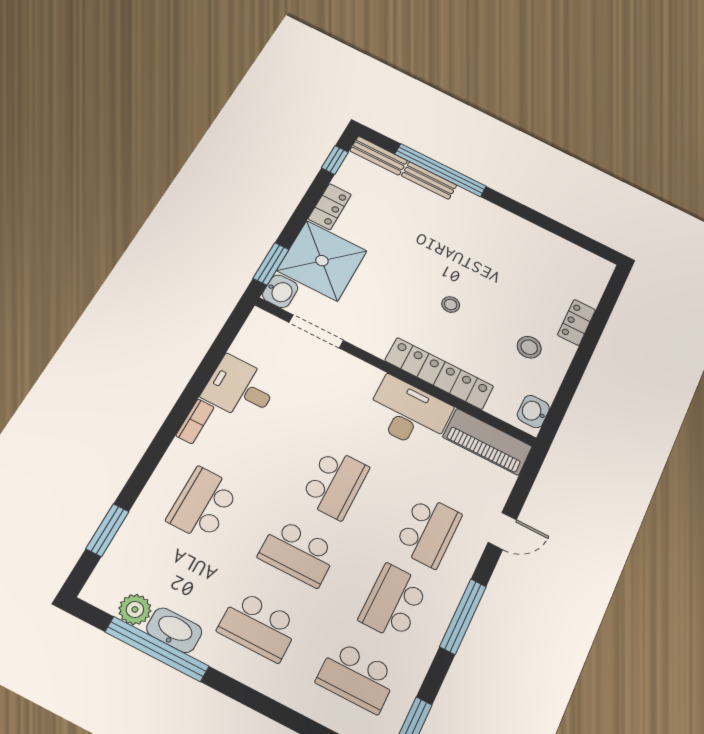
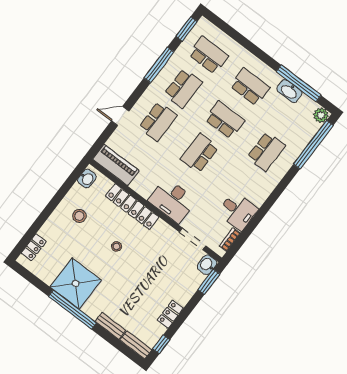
window: (440, 170) -> (72, 309), moved
shower: (322, 261) -> (76, 283), moved
locker: (577, 322) -> (34, 247), moved
desk: (409, 413) -> (172, 200), moved
bookcase: (195, 421) -> (230, 240), moved
window: (107, 530) -> (313, 145), width x2.11
school desk: (428, 531) -> (158, 121), turned 180
plant: (135, 609) -> (321, 115), moved
window: (463, 616) -> (159, 65), moved

